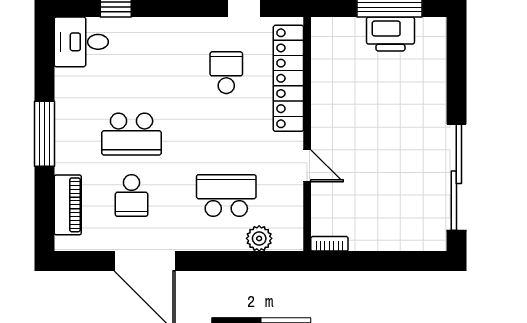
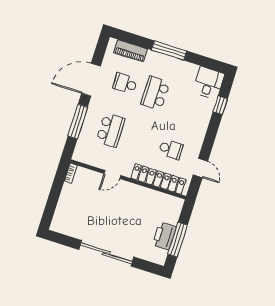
sliding door: (456, 177) -> (106, 253), moved
plant: (259, 238) -> (84, 140), removed
window: (230, 261) -> (78, 122), added

